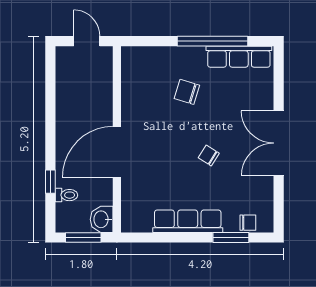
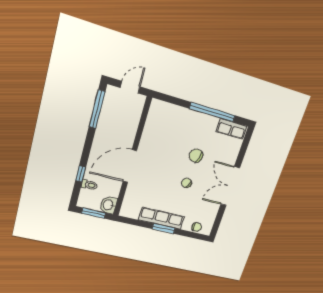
door: (87, 41) -> (130, 87), hinge flipped
row of seats: (239, 57) -> (232, 129), width x0.68
window: (50, 83) -> (97, 109), added
chair: (187, 92) -> (196, 156), moved
window: (231, 238) -> (164, 229), moved

